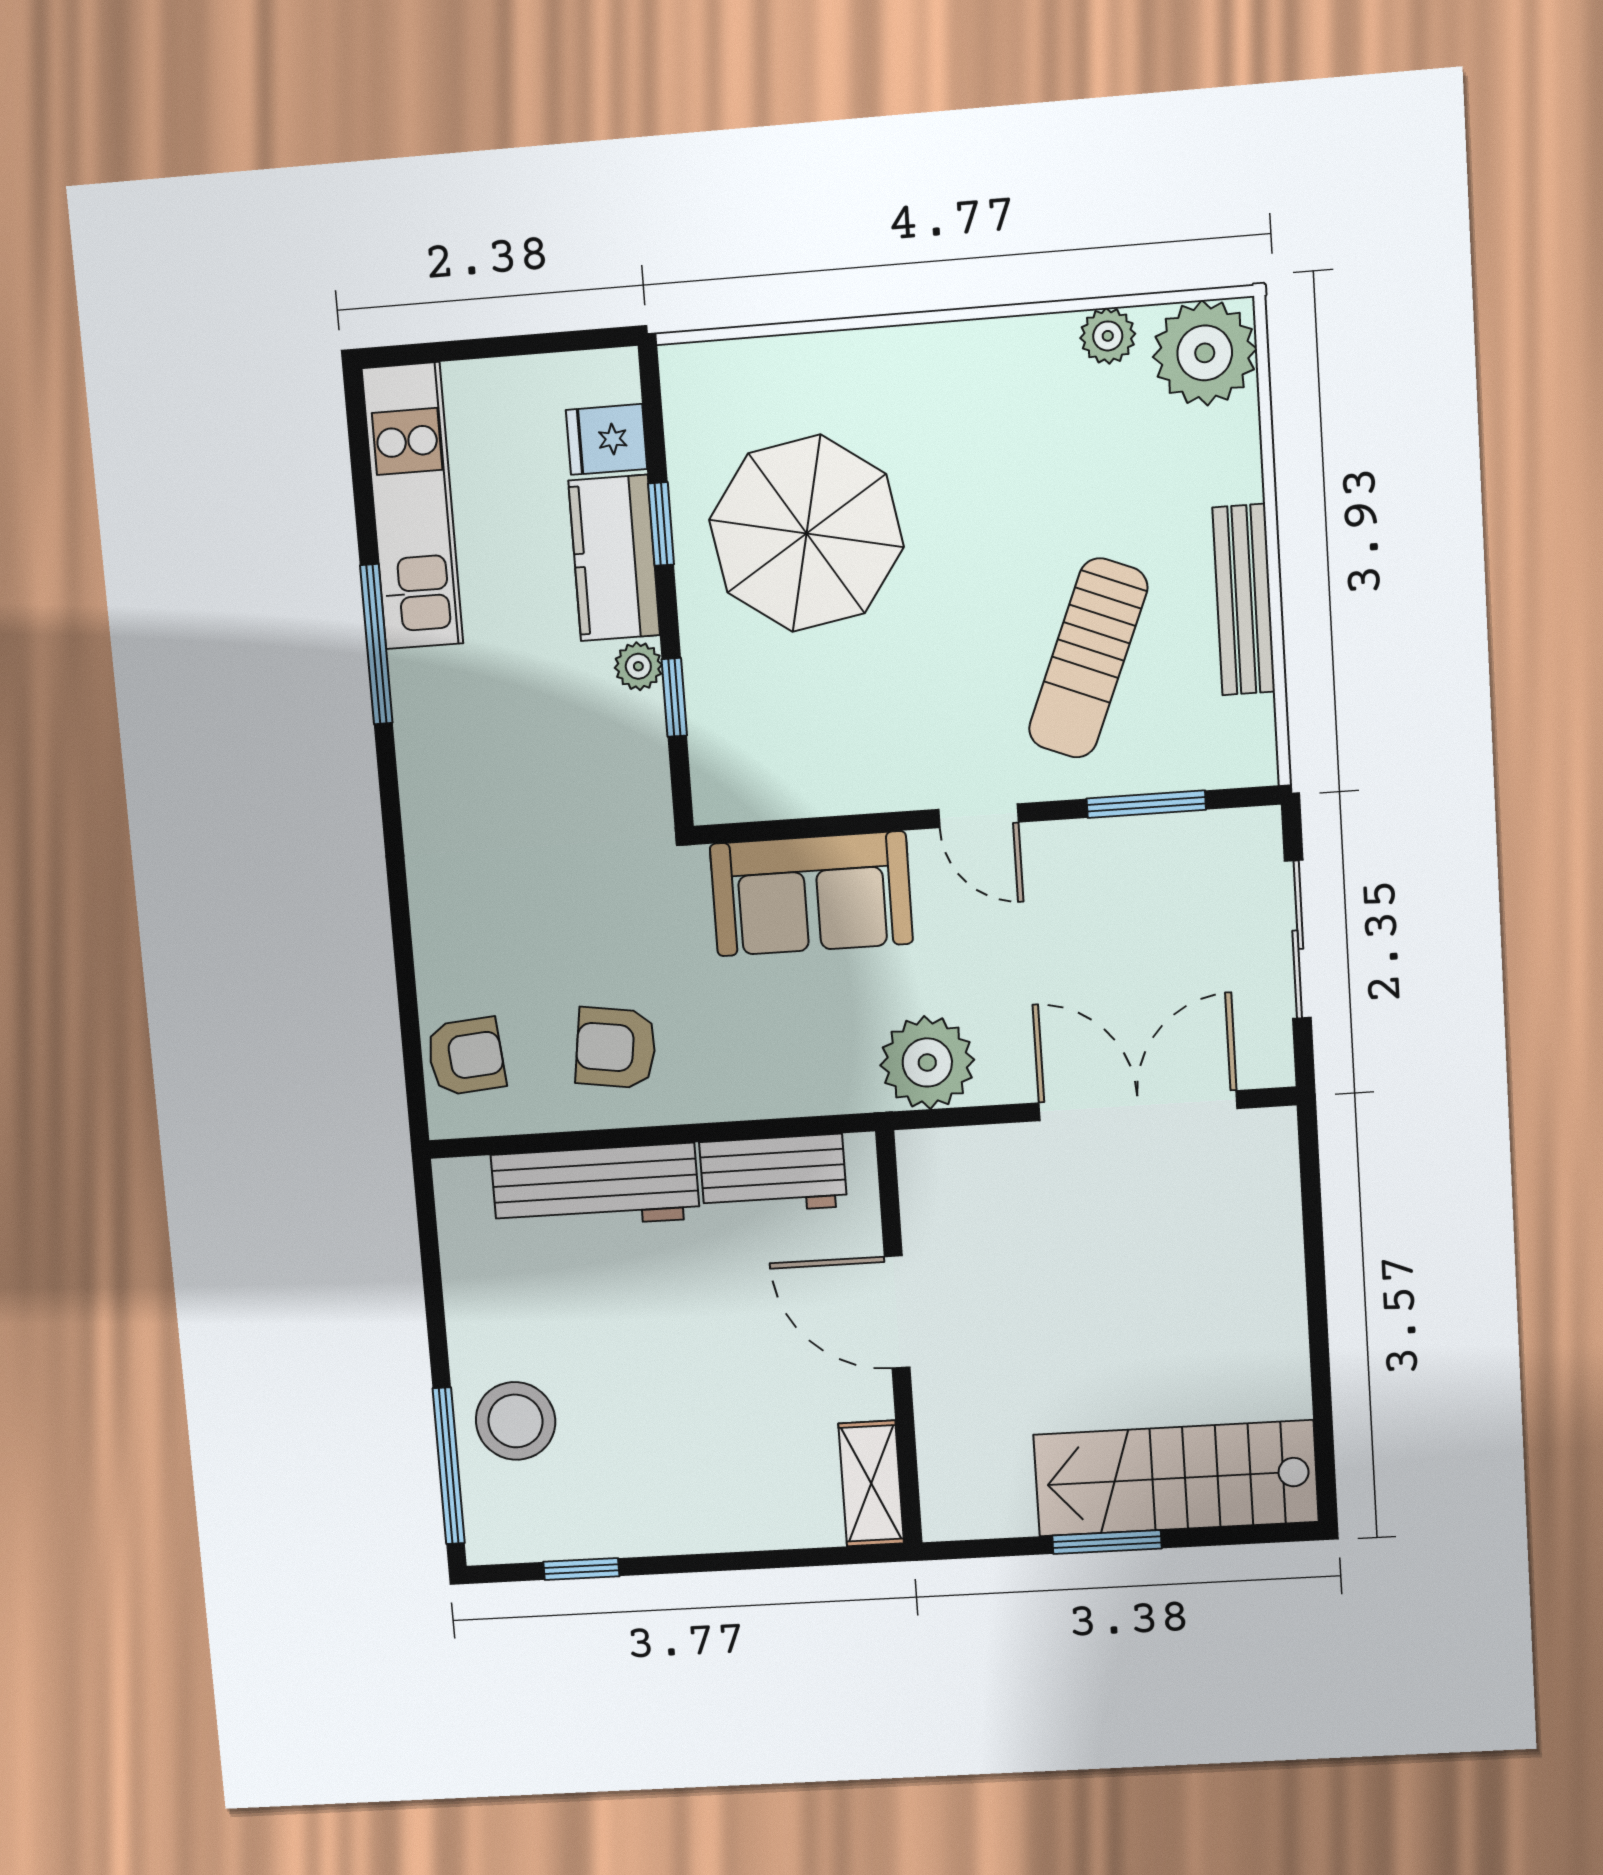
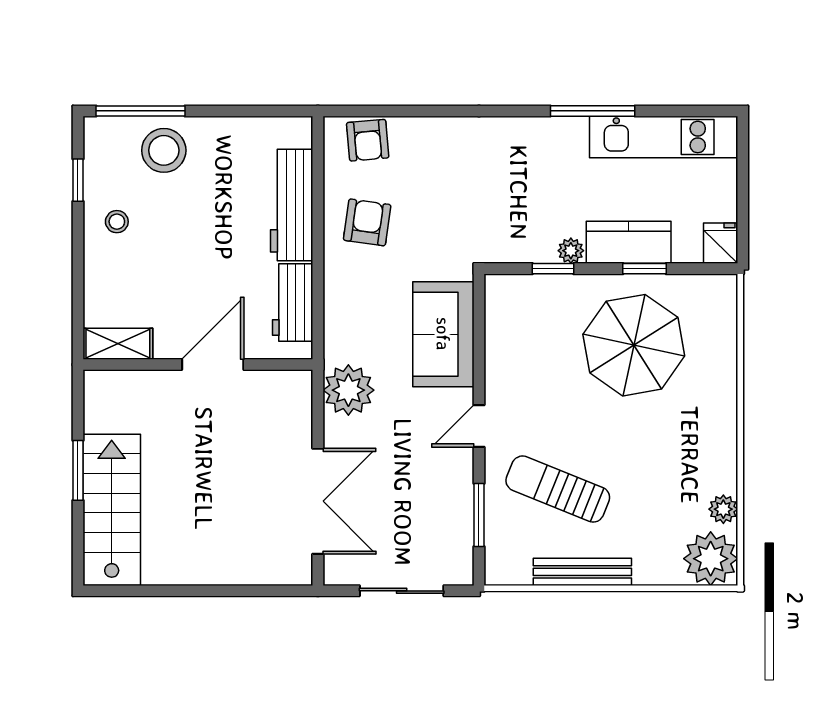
fridge: (607, 439) -> (721, 243), moved
stool: (650, 1497) -> (117, 222), added

